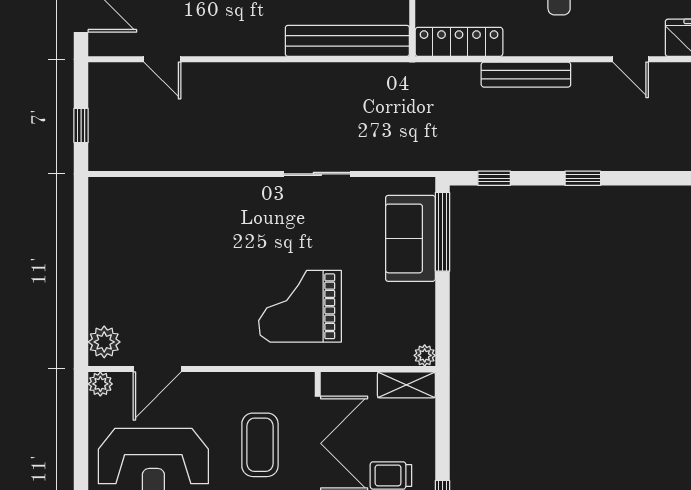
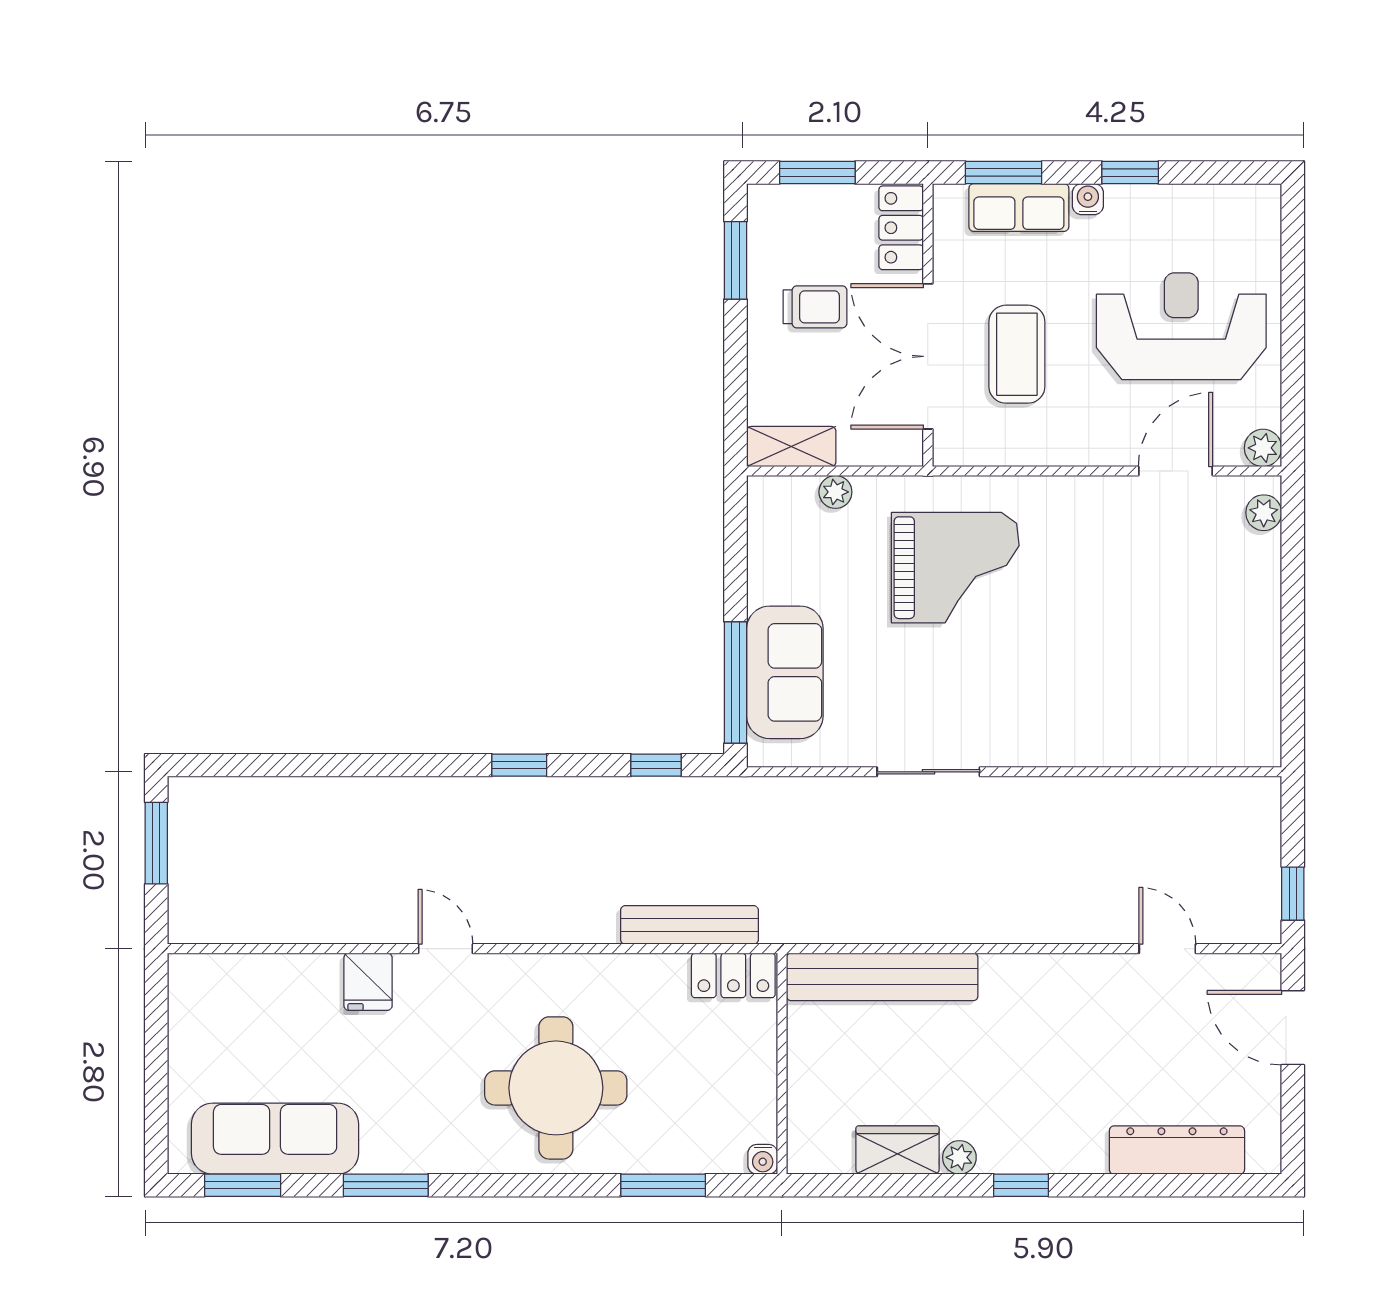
locker: (459, 42) -> (733, 975), width x0.66
bench: (526, 75) -> (689, 925), moved
window: (81, 125) -> (1293, 894), moved
plant: (104, 342) -> (1264, 513), width x0.73, depth x0.73
plant: (425, 355) -> (835, 492), moved

